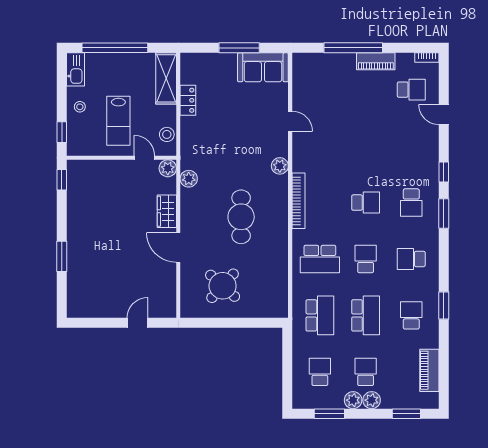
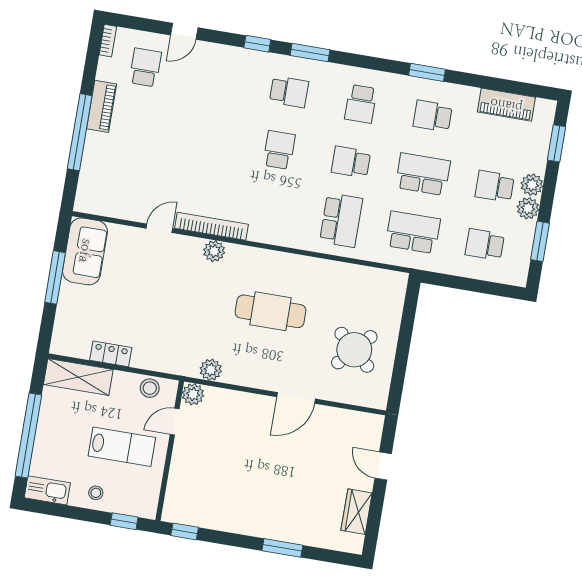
bookcase: (298, 201) -> (212, 226), moved
wardrobe: (167, 211) -> (357, 512), moved, turned 90

